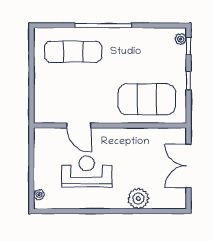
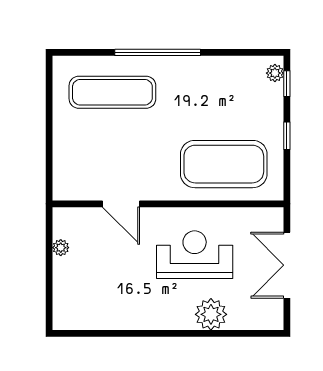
reception desk: (87, 171) -> (195, 255), moved
plant: (39, 195) -> (61, 248), moved

